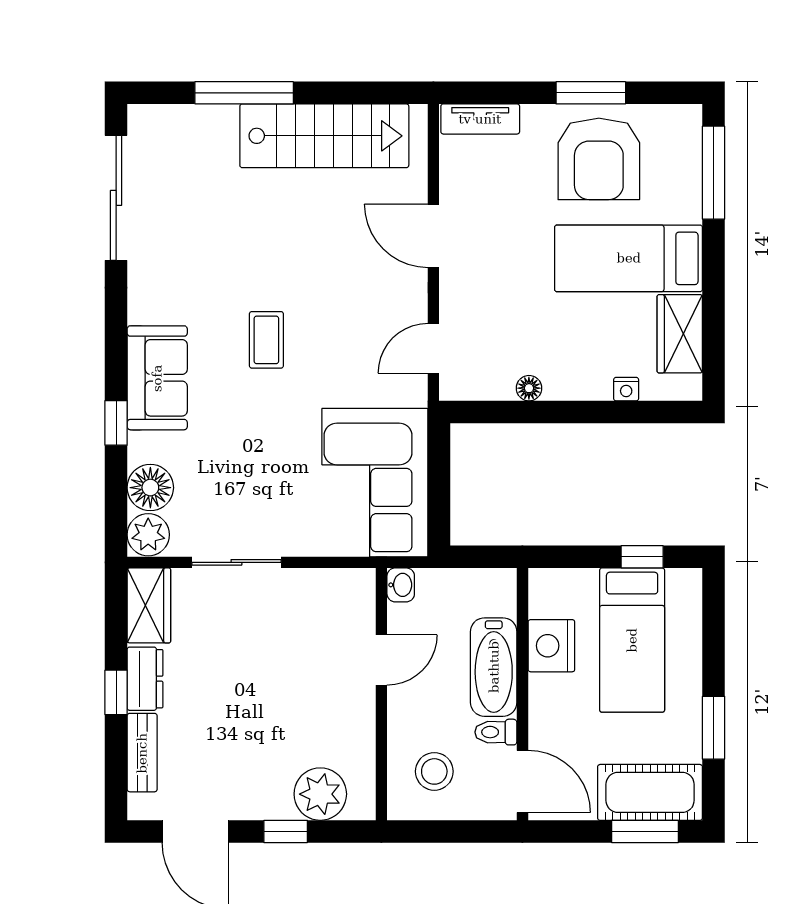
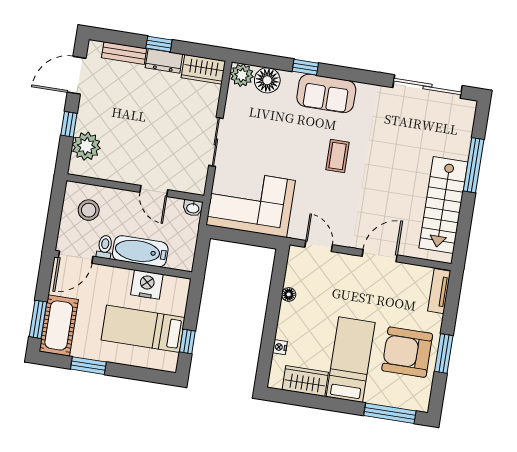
coffee table: (266, 340) -> (337, 156), turned 90
sliding door: (236, 562) -> (216, 142), moved

